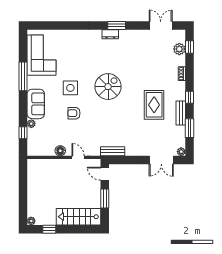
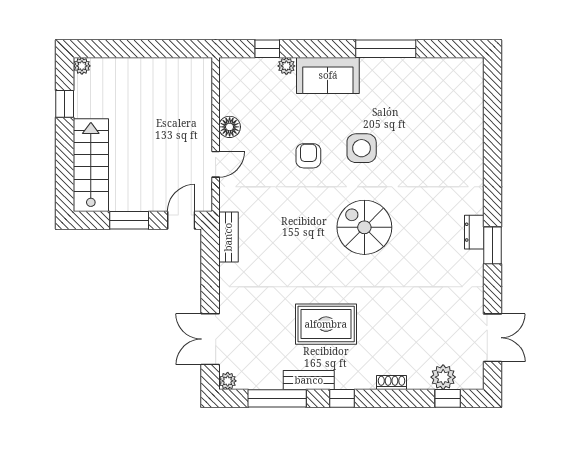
corner sofa: (42, 55) -> (430, 88), removed
spiral stairs: (108, 87) -> (364, 227), turned 180
window: (189, 128) -> (277, 398), width x1.44

